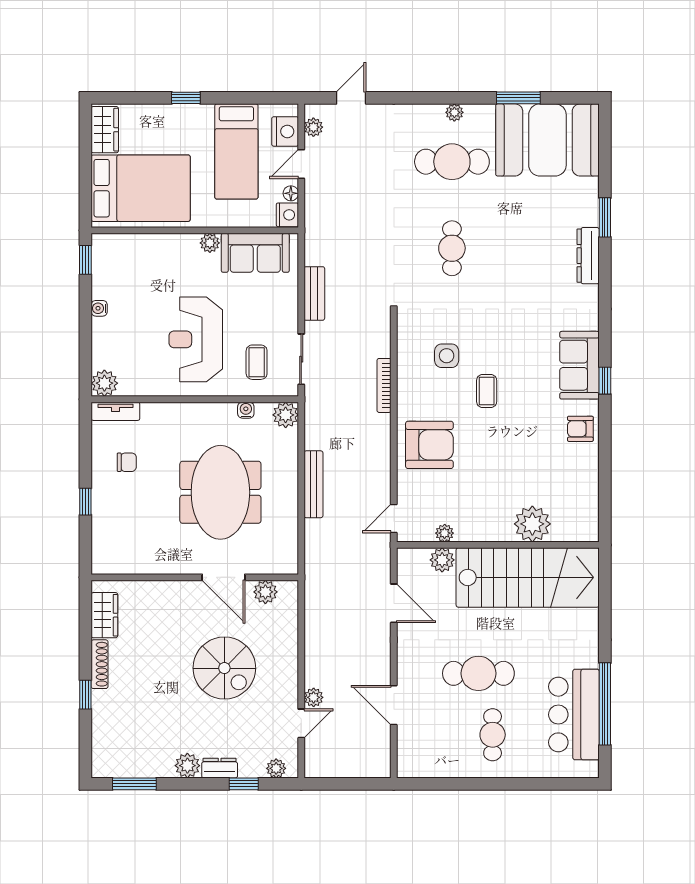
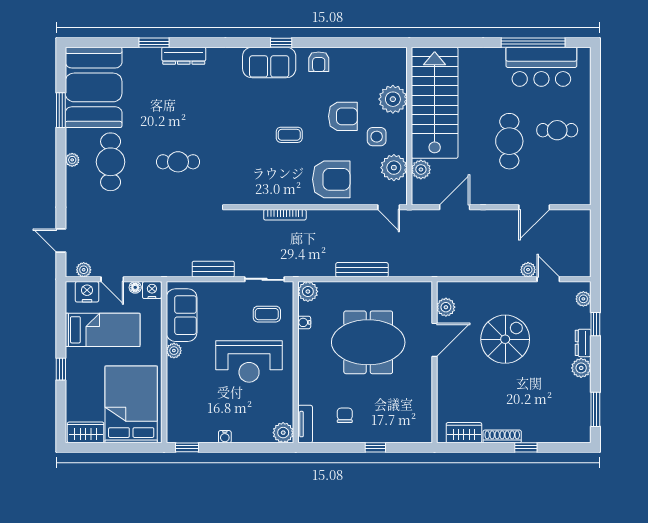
side table: (447, 356) -> (377, 137), moved
armchair: (429, 445) -> (331, 179), turned 90
armchair: (510, 460) -> (343, 116), added
plant: (445, 533) -> (394, 168), width x1.87, depth x1.87

